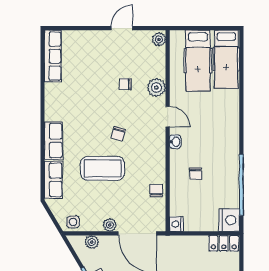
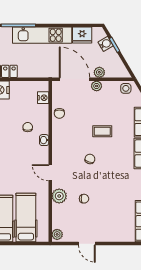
door: (122, 28) -> (87, 244), hinge flipped
washbasin: (175, 142) -> (44, 140), moved
coffee table: (103, 168) -> (102, 131), width x0.54, depth x0.58
nightstand: (176, 224) -> (43, 98), moved
plant: (92, 242) -> (99, 72), moved

